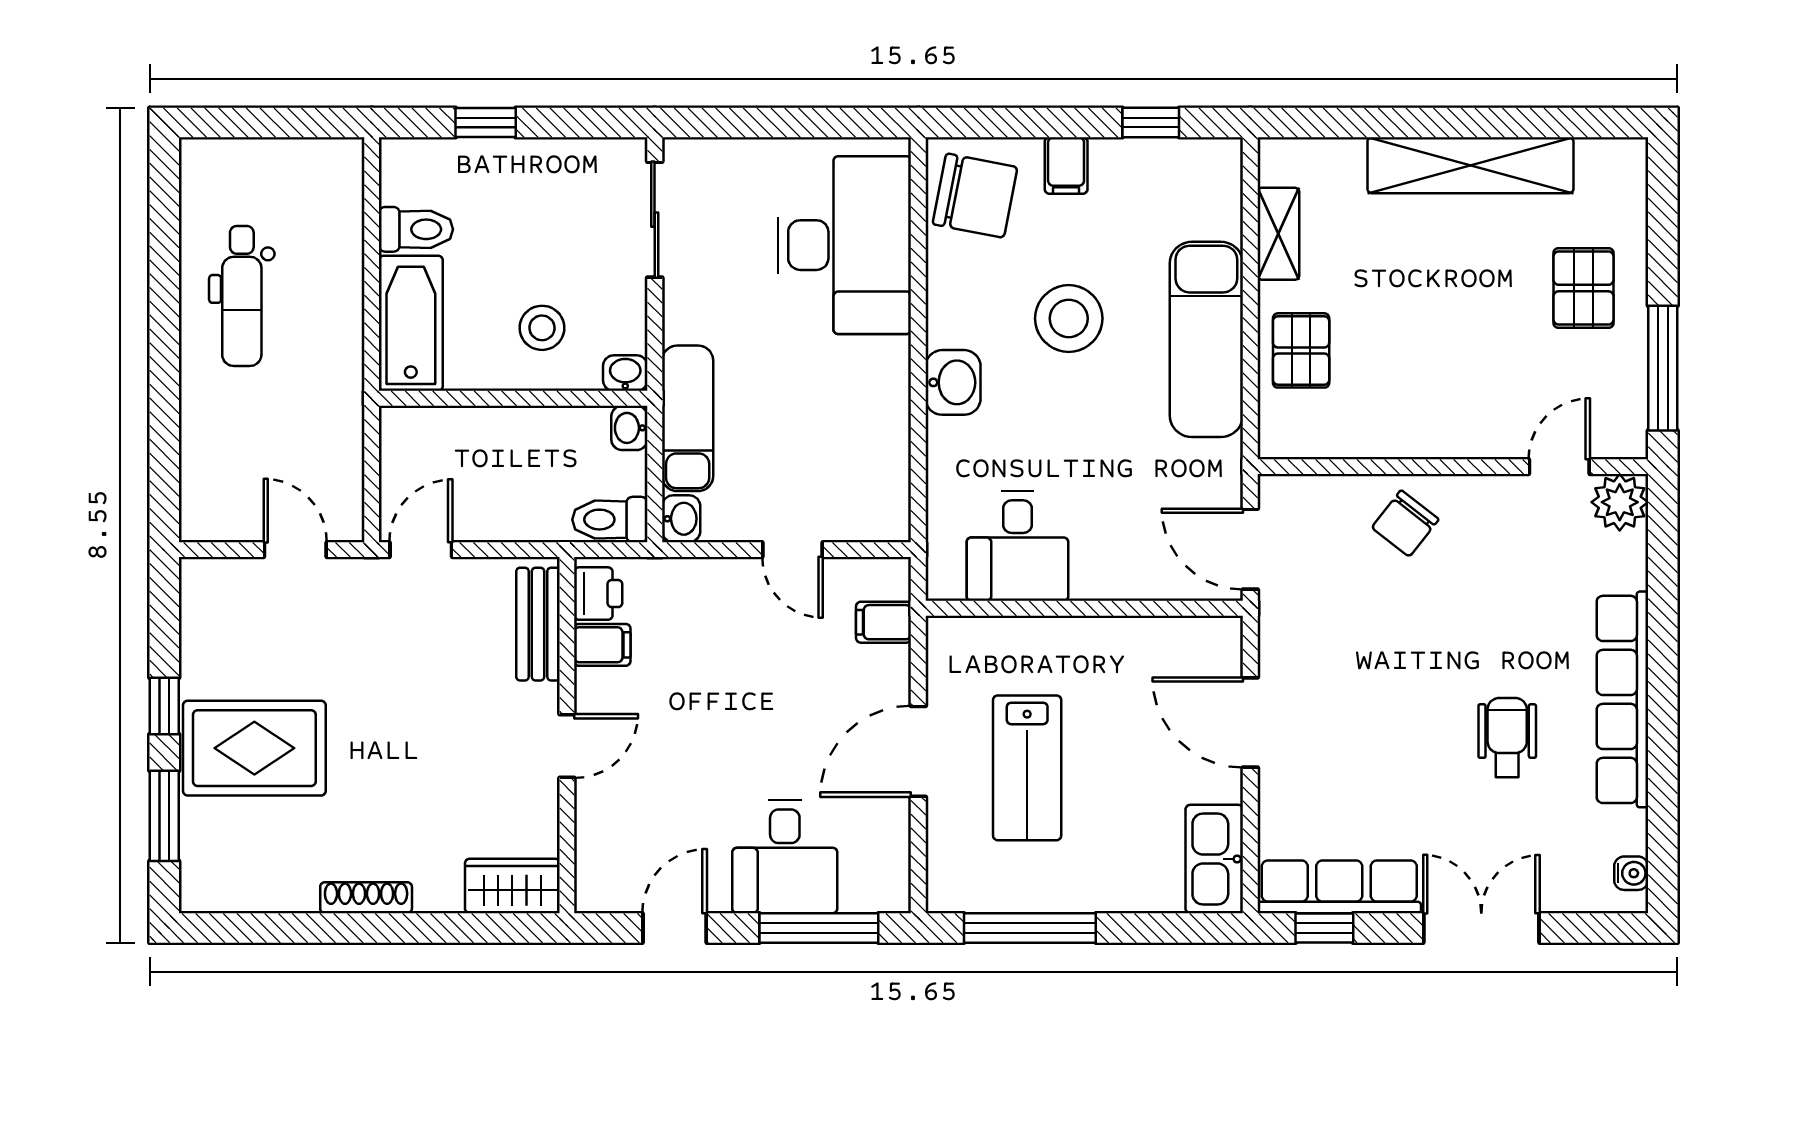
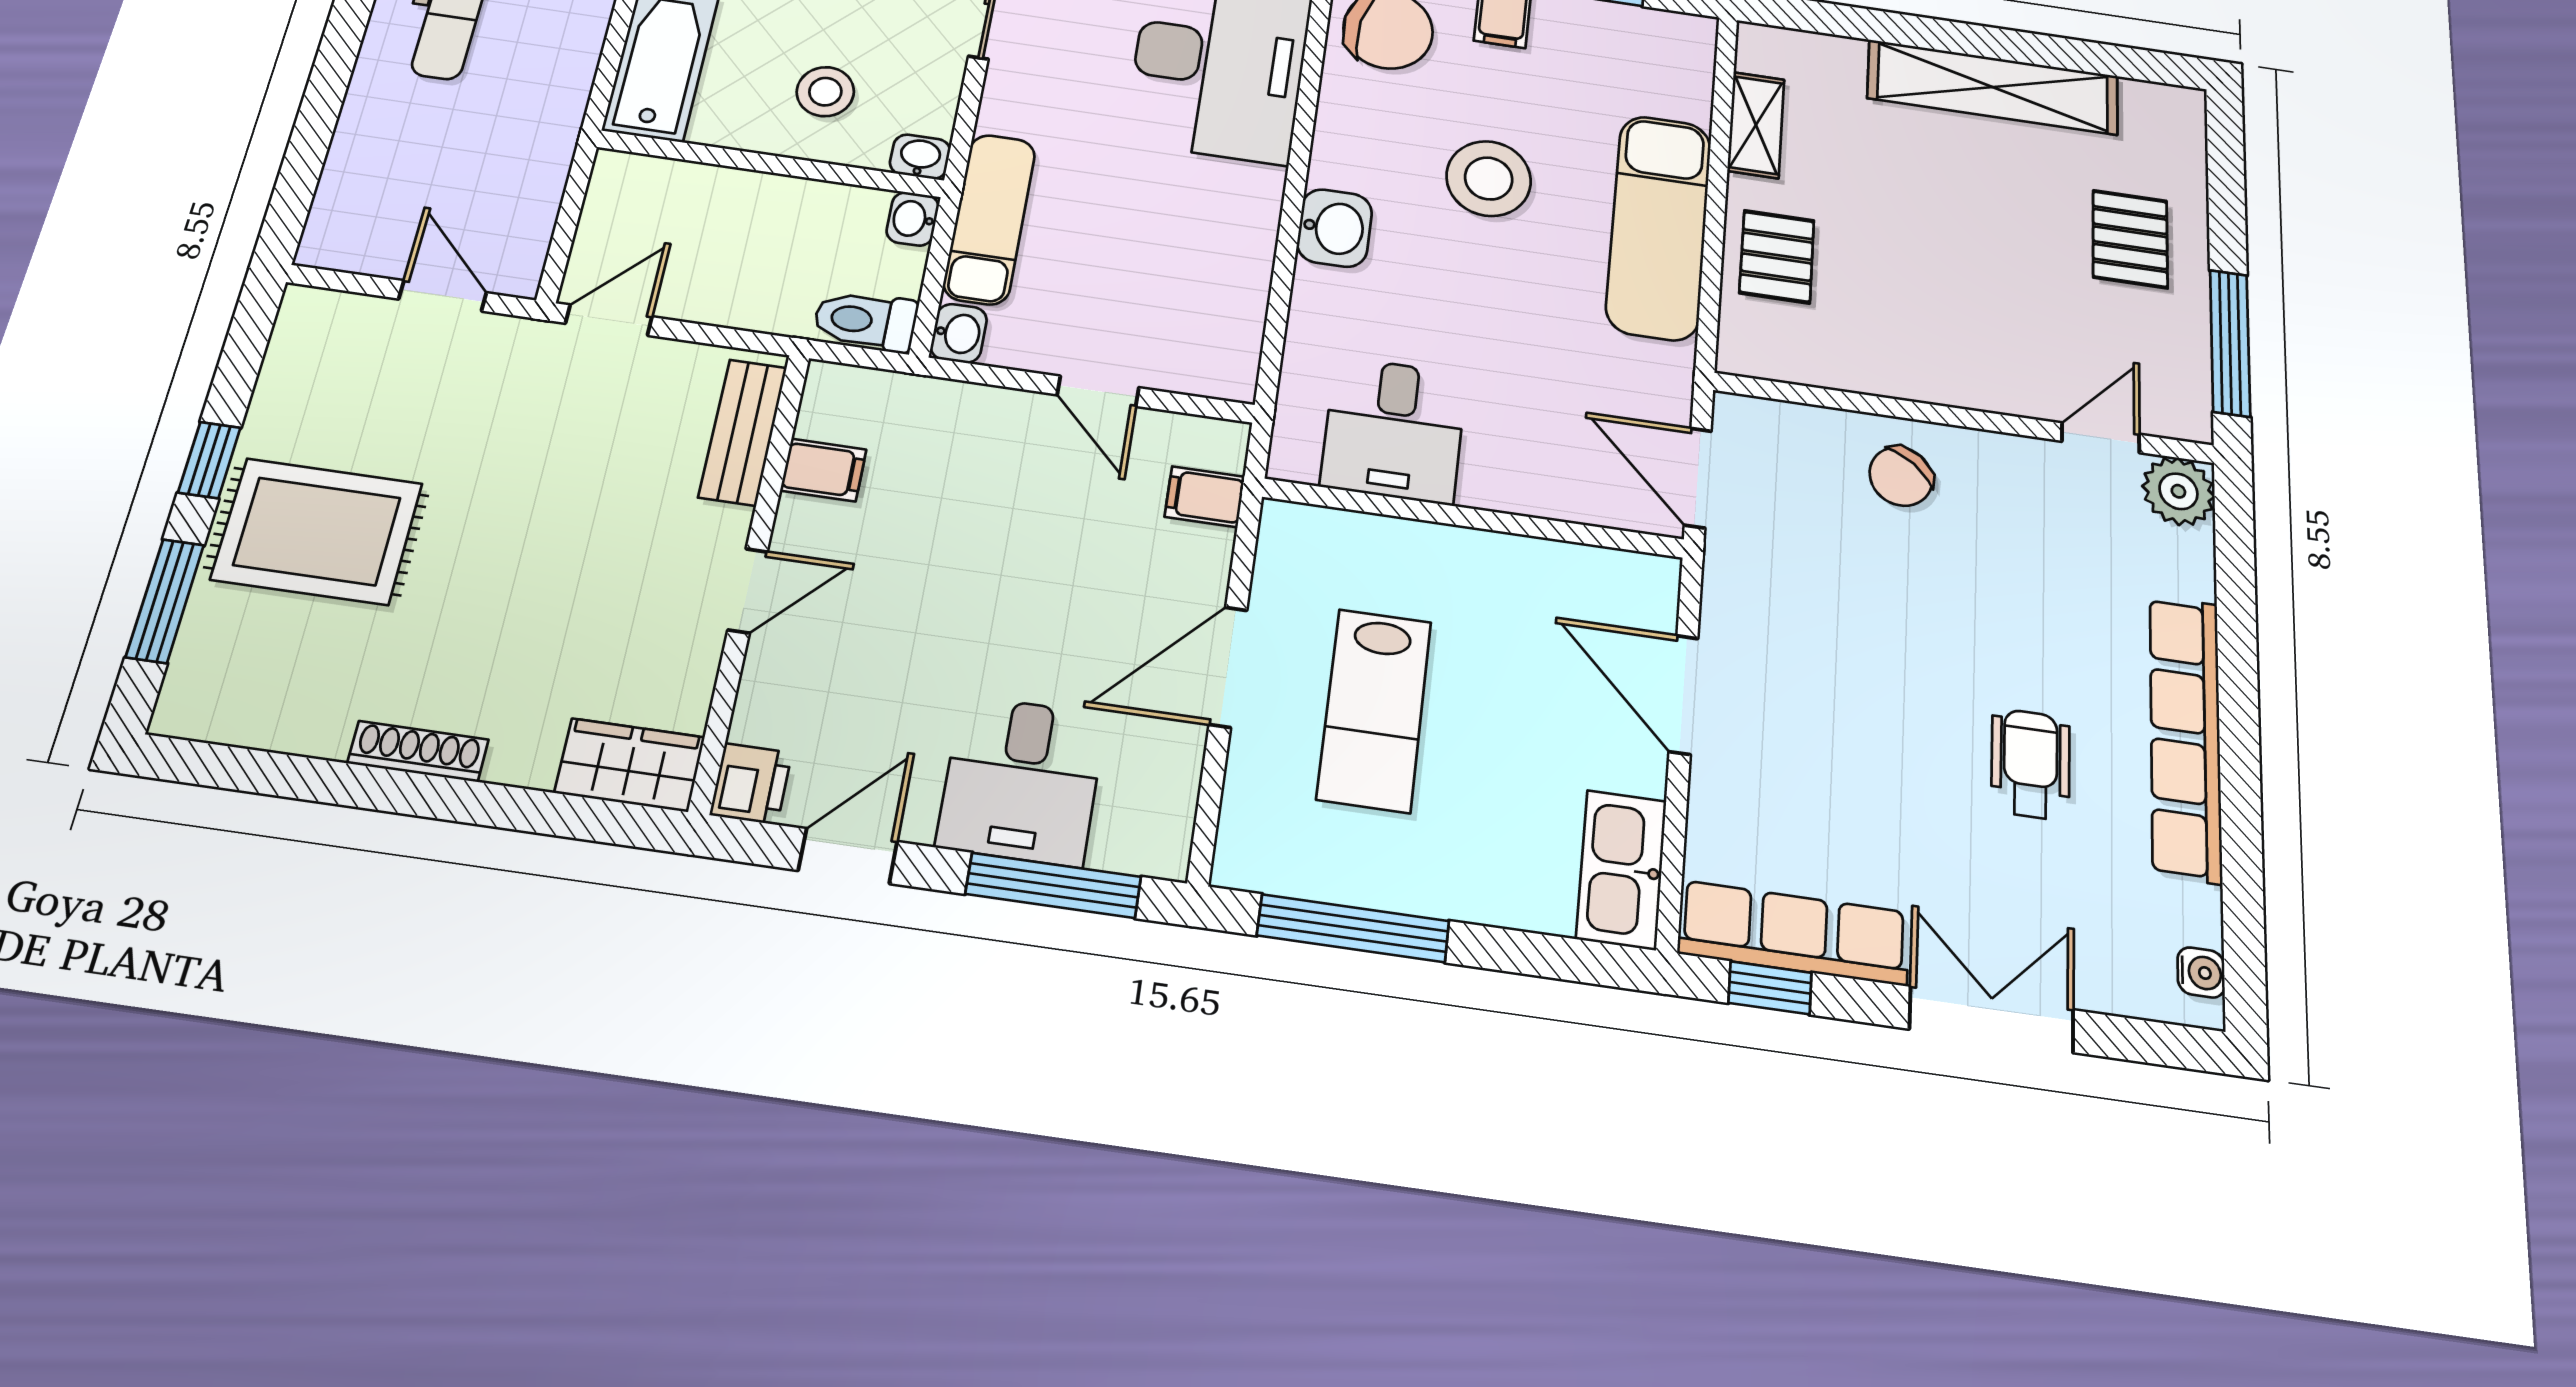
printer: (598, 594) -> (751, 784), moved

